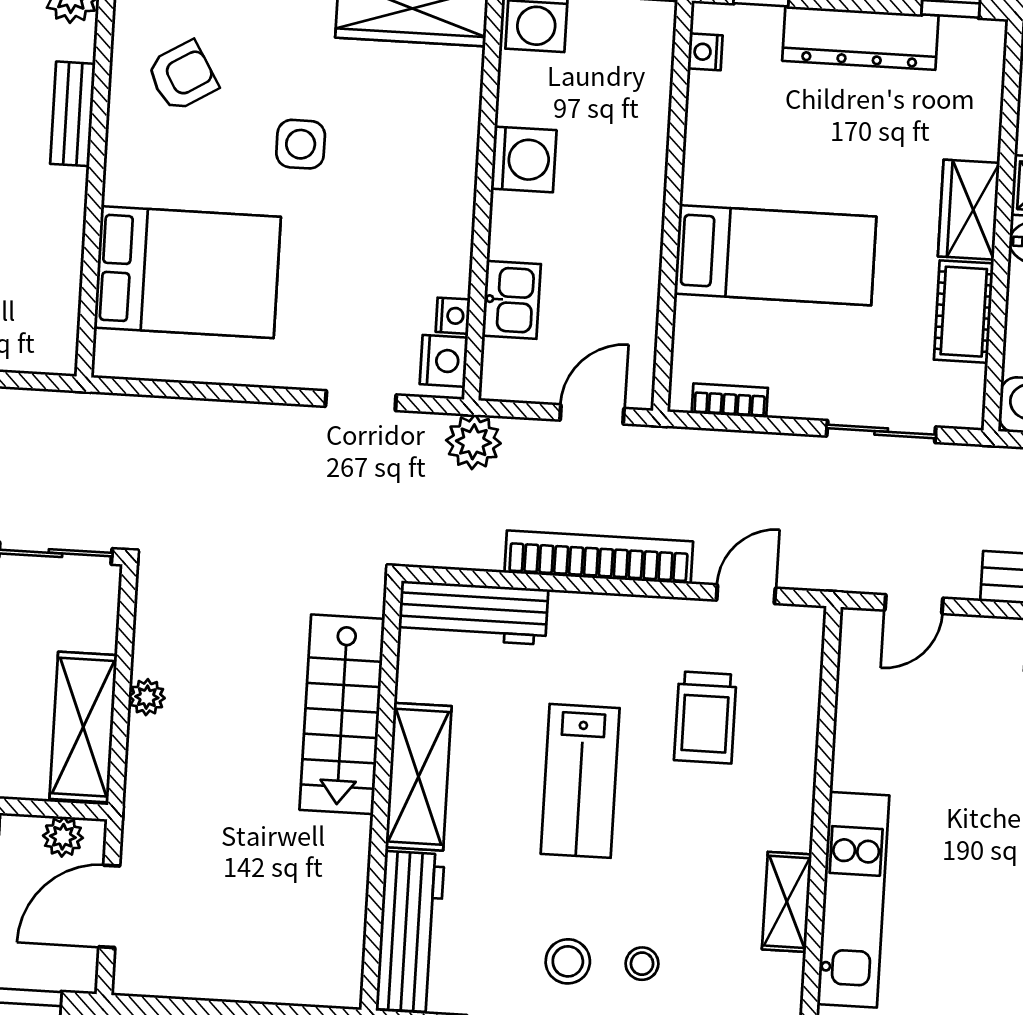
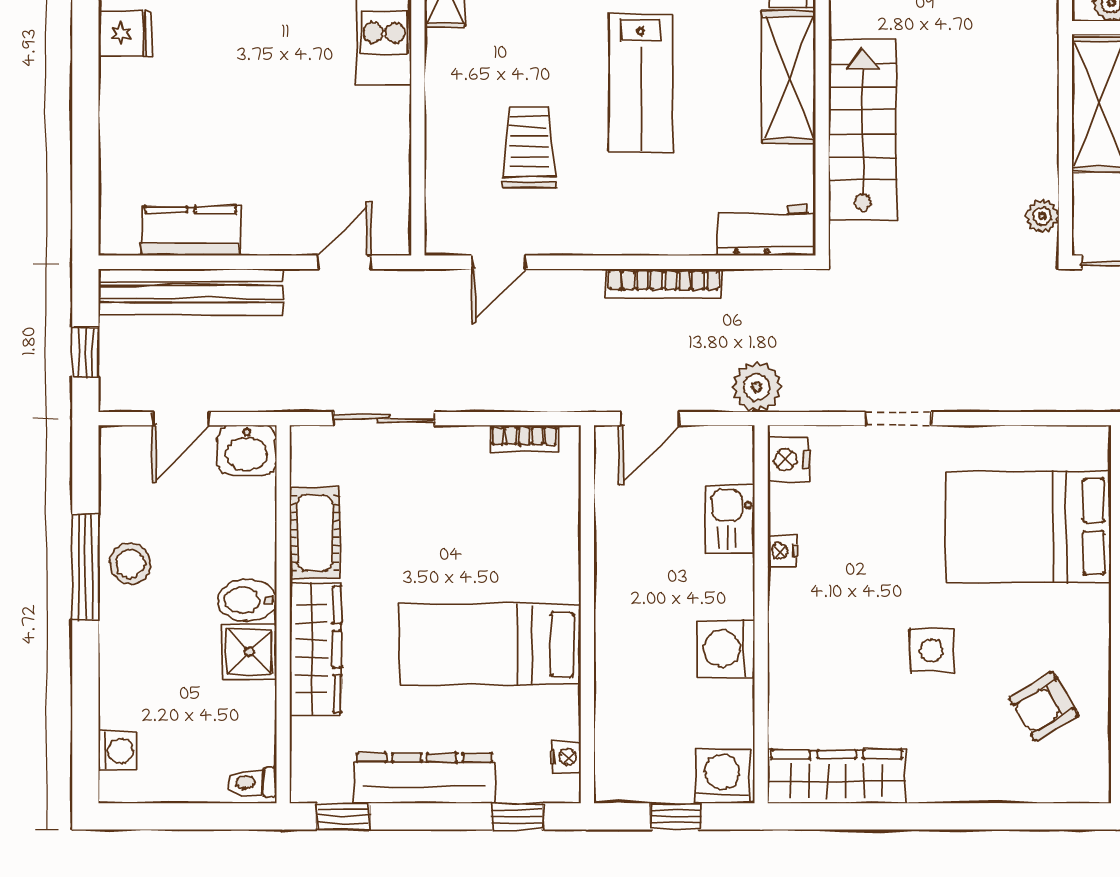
wardrobe: (969, 210) -> (315, 649), width x1.50
bed: (775, 255) -> (490, 644), moved
nightstand: (453, 316) -> (783, 551), moved
doorway: (361, 401) -> (898, 419), moved
bookcase: (599, 557) -> (664, 284), width x0.68, depth x0.76
workbench: (473, 613) -> (766, 230), width x0.73
plant: (147, 697) -> (1042, 216), moved
lab bench: (580, 781) -> (641, 82), turned 180

